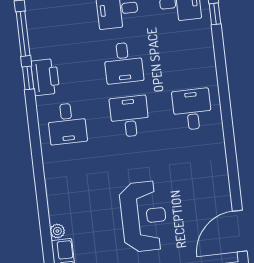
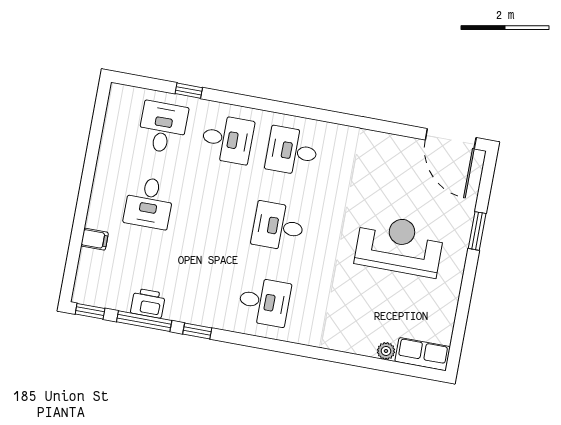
desk: (123, 63) -> (227, 139), moved
printer: (45, 77) -> (148, 303), moved, width x0.73, depth x0.84

